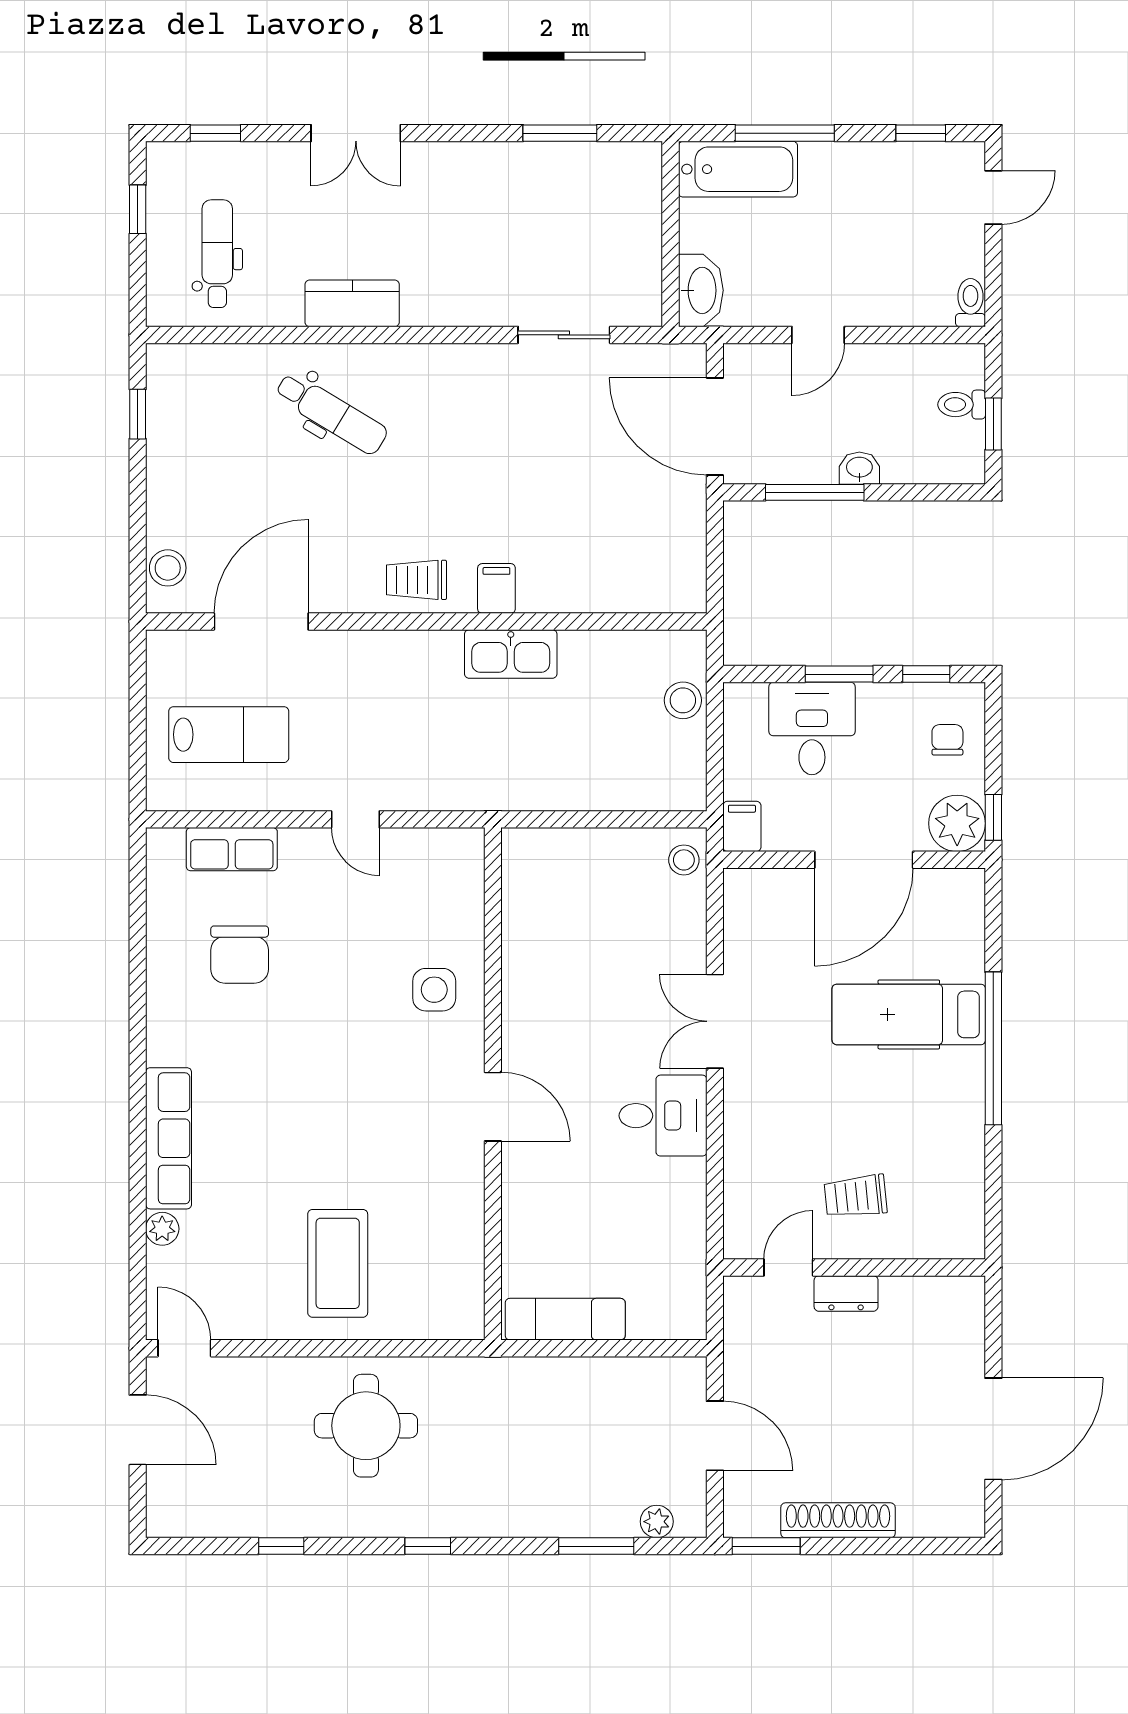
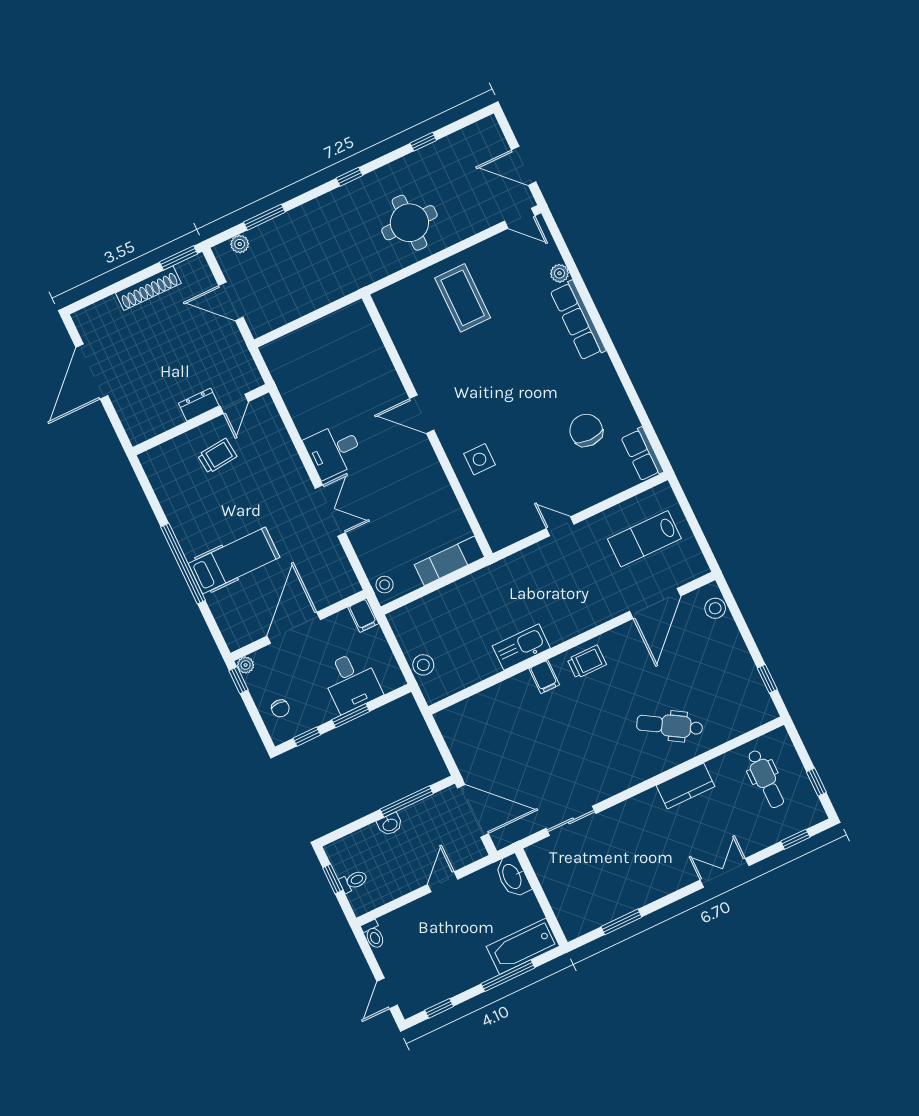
plant: (957, 823) -> (246, 665), width x0.53, depth x0.53
row of seats: (232, 849) -> (642, 454), moved, turned -90
exam couch: (565, 1319) -> (449, 561), moved, turned 180

